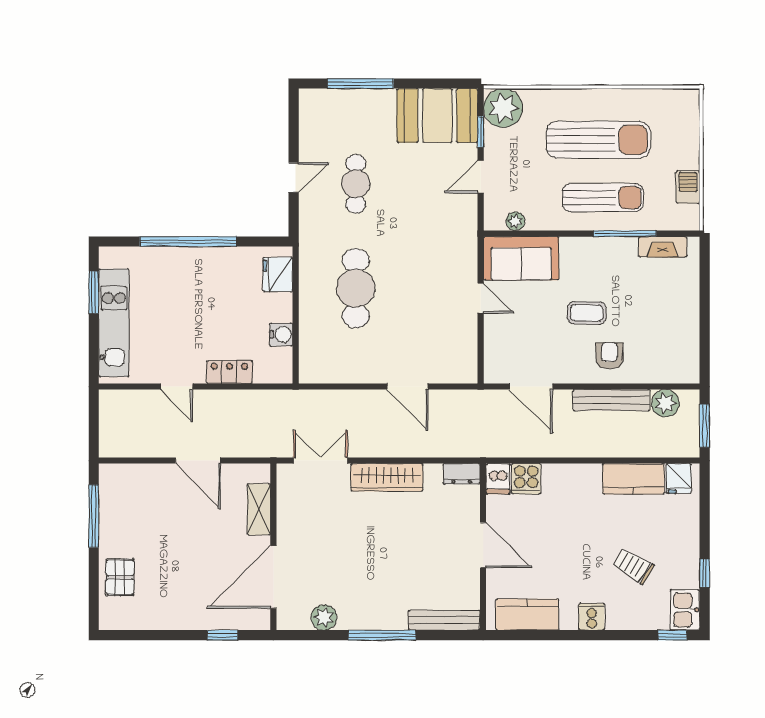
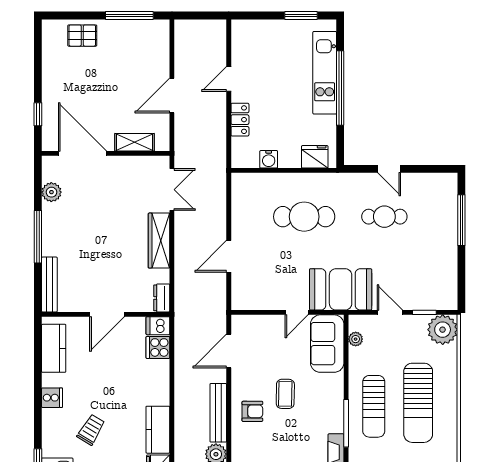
booth: (437, 116) -> (341, 289), moved, turned 90
kitchen unit: (114, 323) -> (325, 73), moved, turned 90

